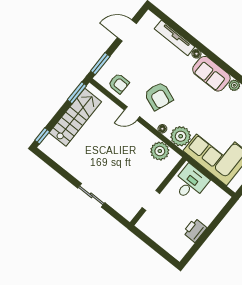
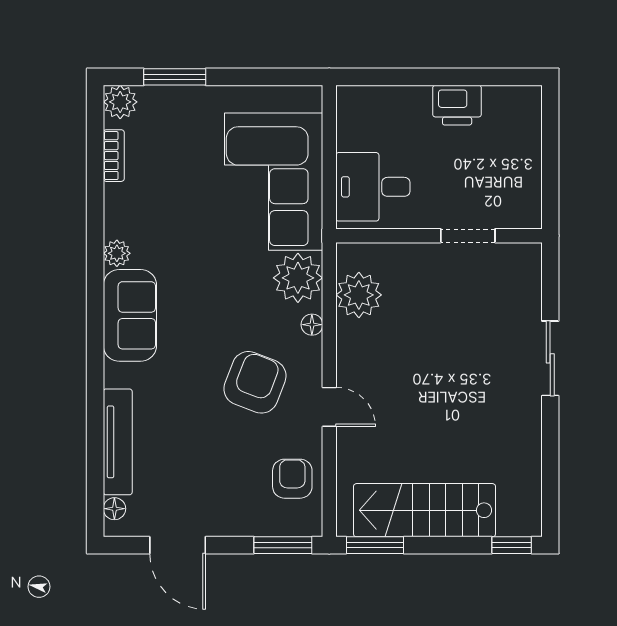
floor lamp: (196, 54) -> (114, 509), moved

